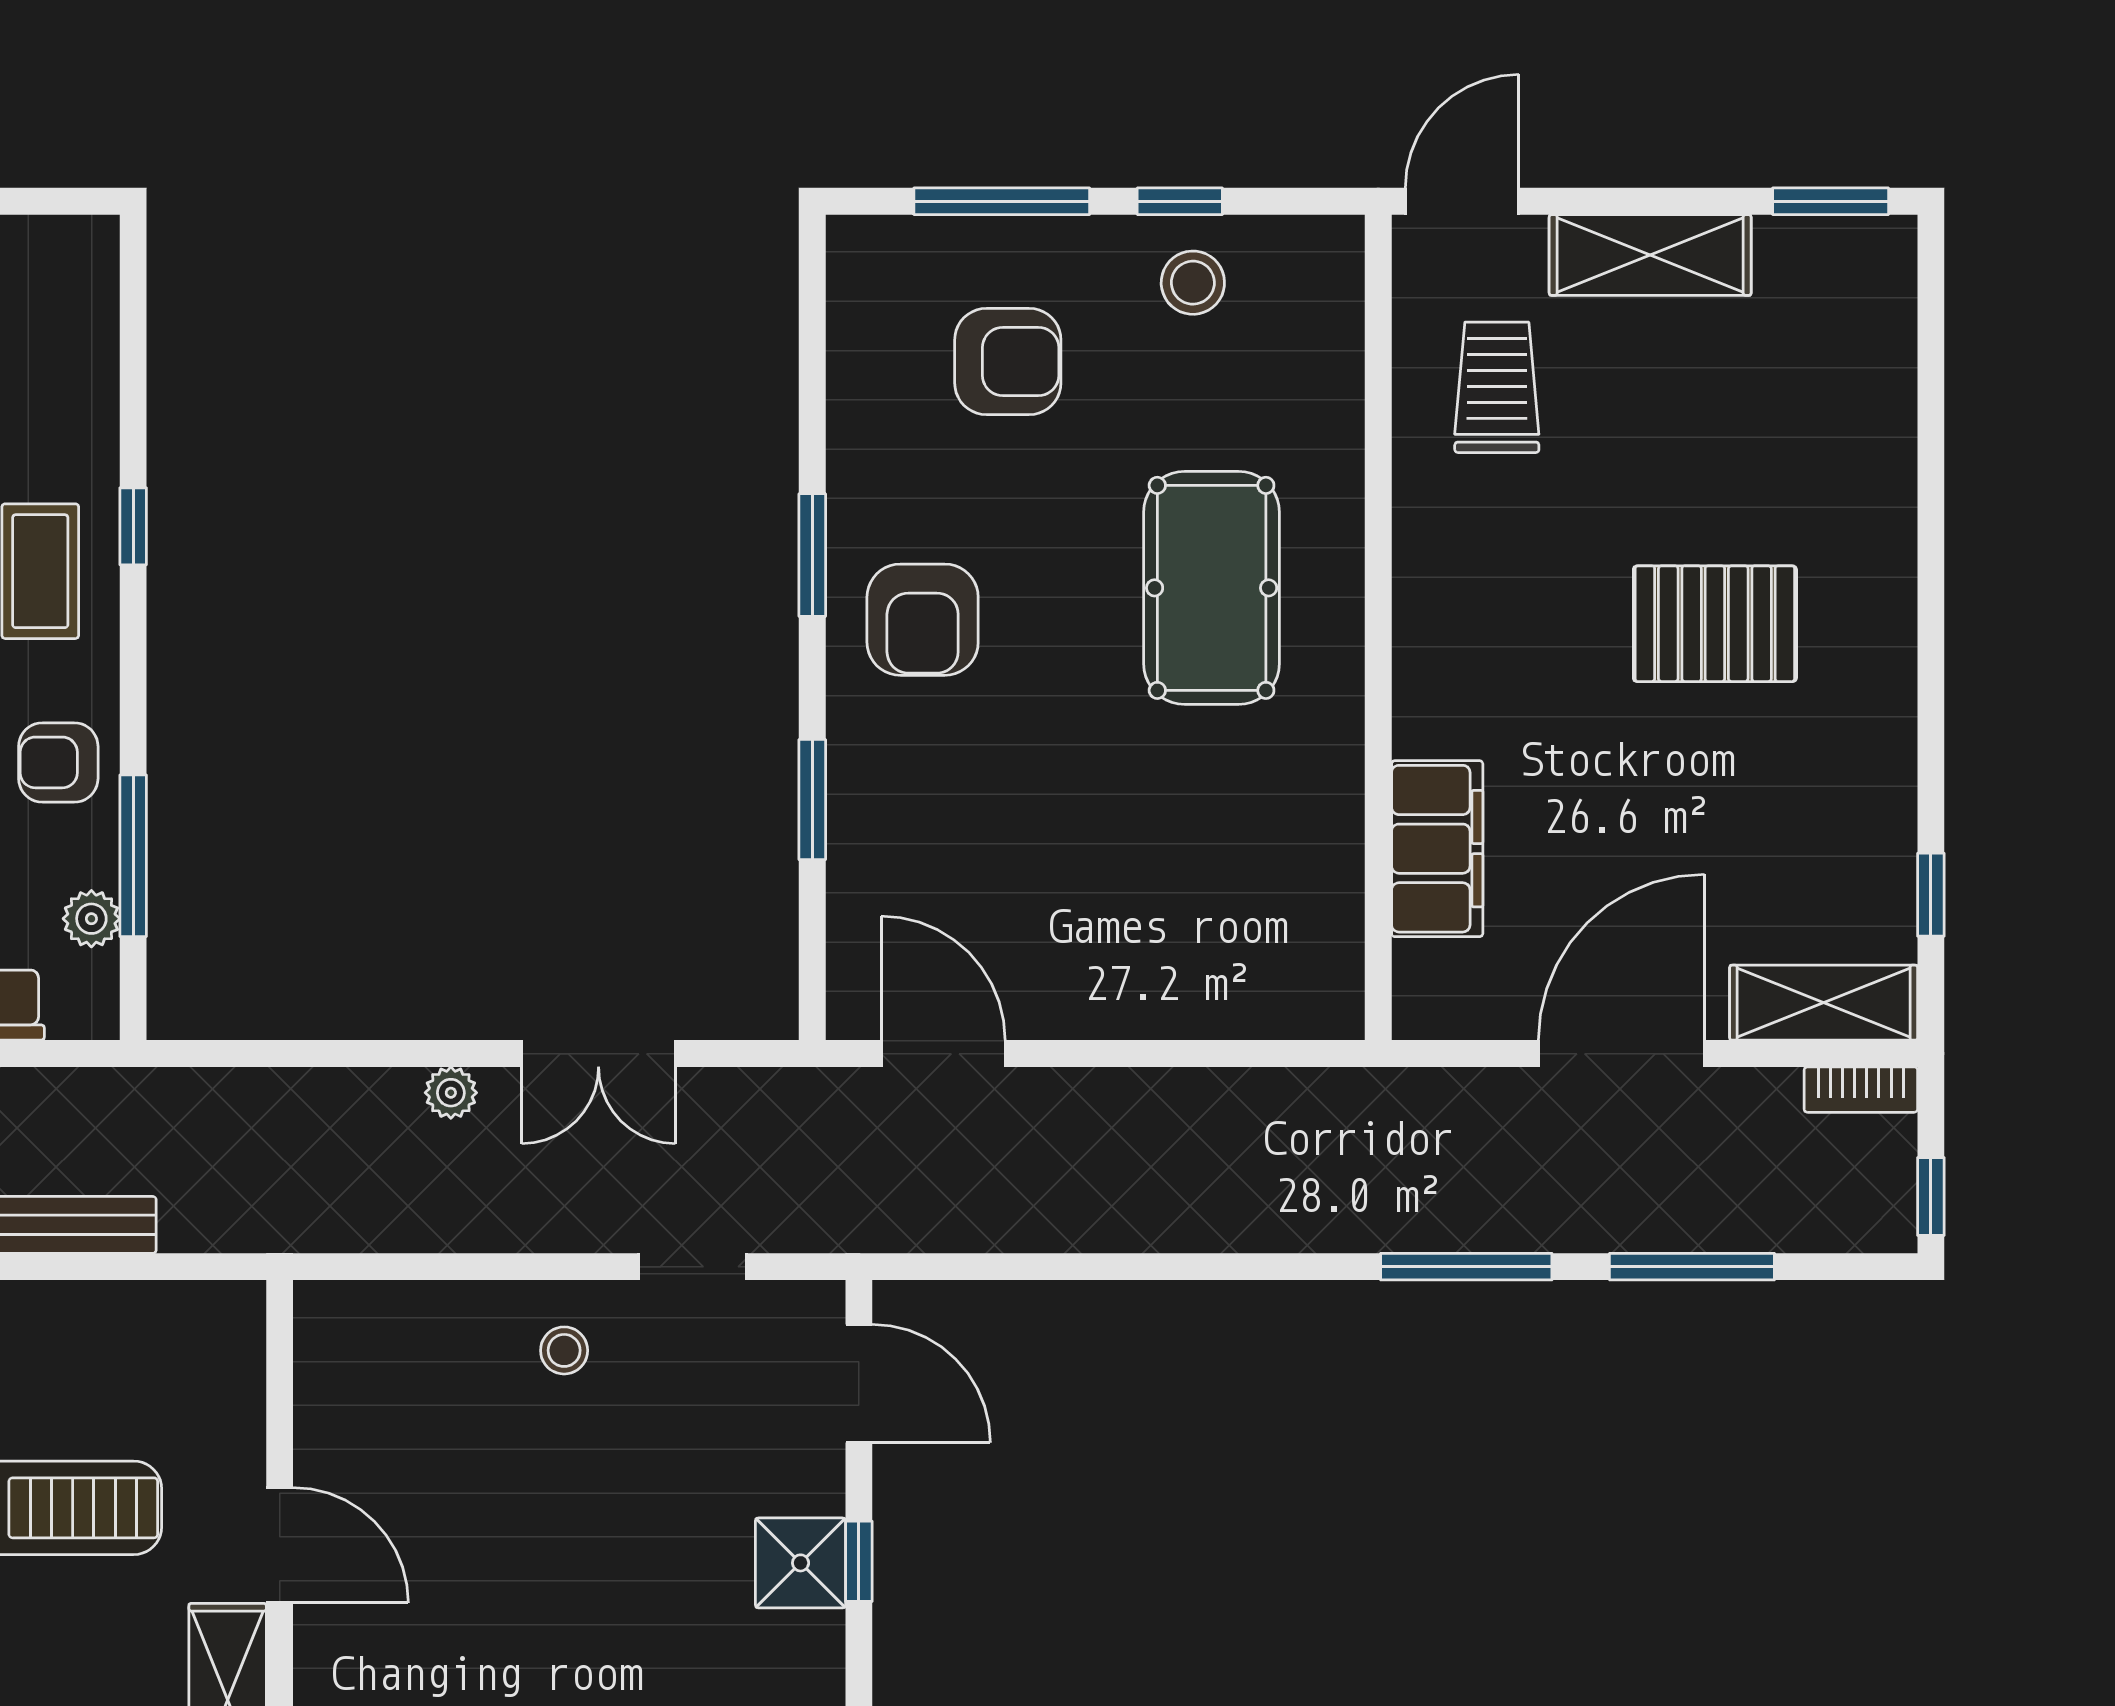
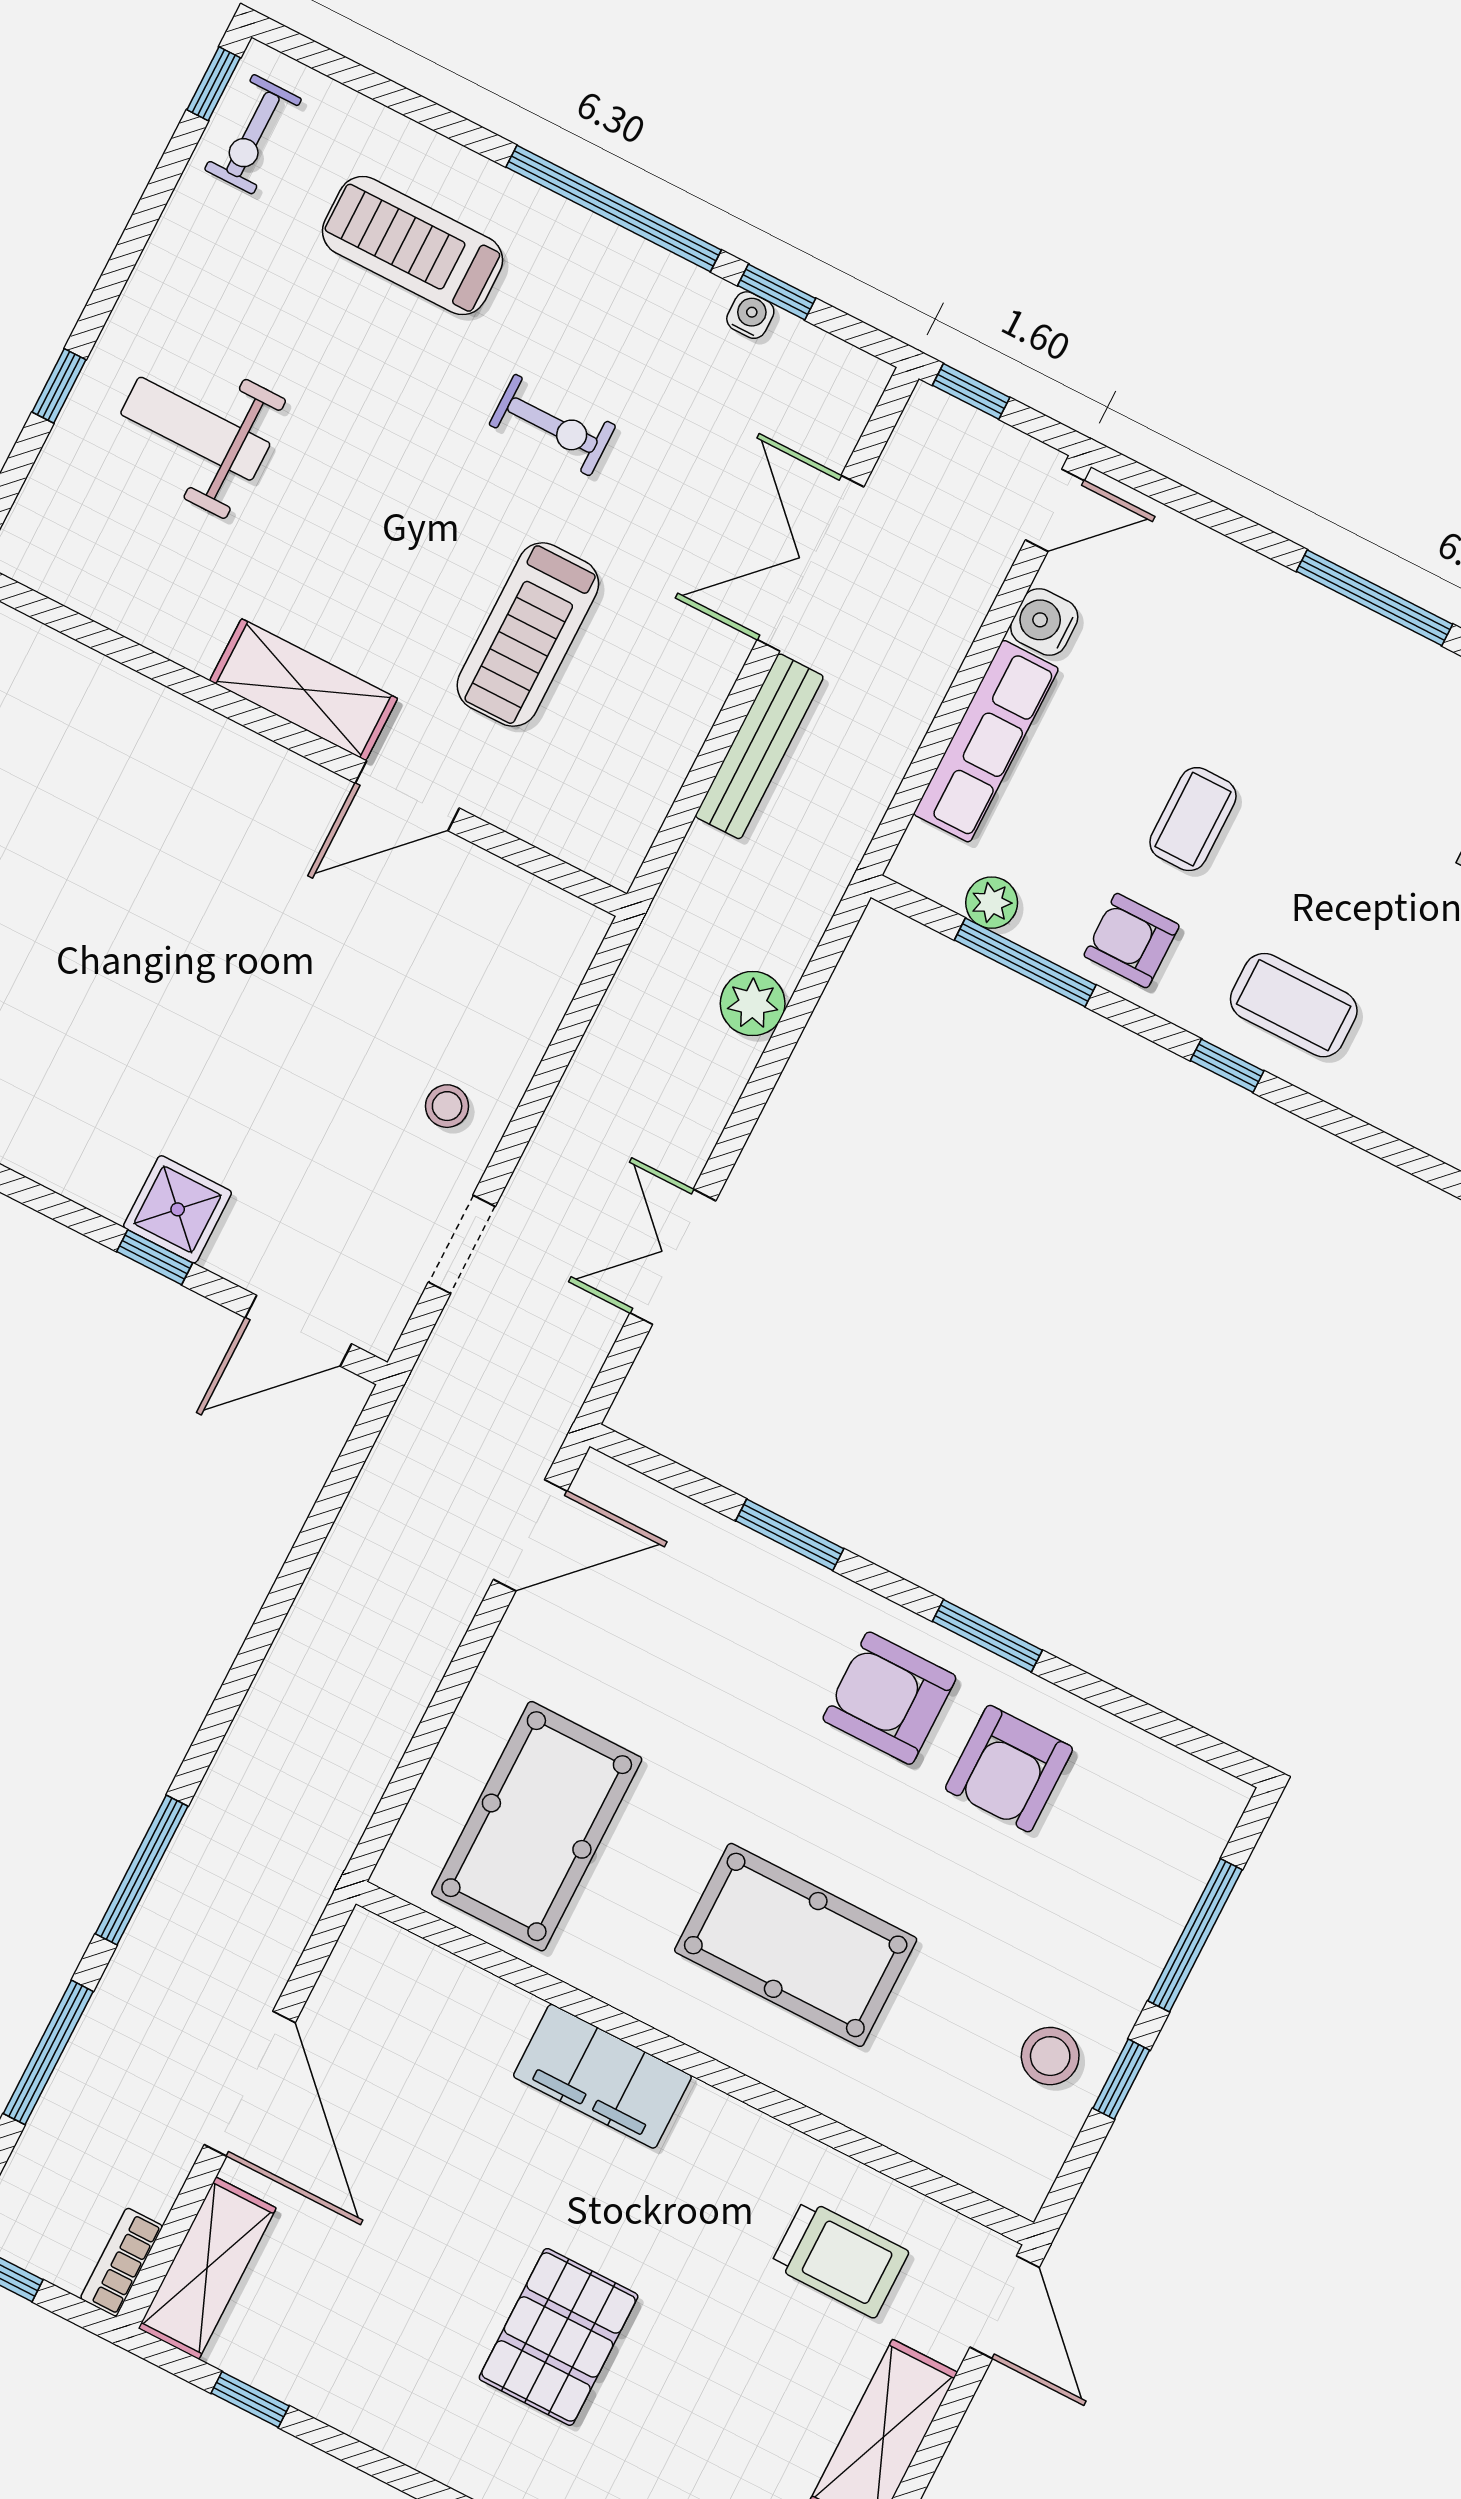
armchair: (1008, 361) -> (1009, 1769), moved
window: (133, 526) -> (1227, 1066), moved
armchair: (58, 762) -> (1132, 941), turned -90
filing cabinet: (1437, 849) -> (602, 2076), moved
pool table: (1225, 901) -> (537, 1826), added
plant: (451, 1093) -> (753, 1004), moved, width x1.38, depth x1.38

